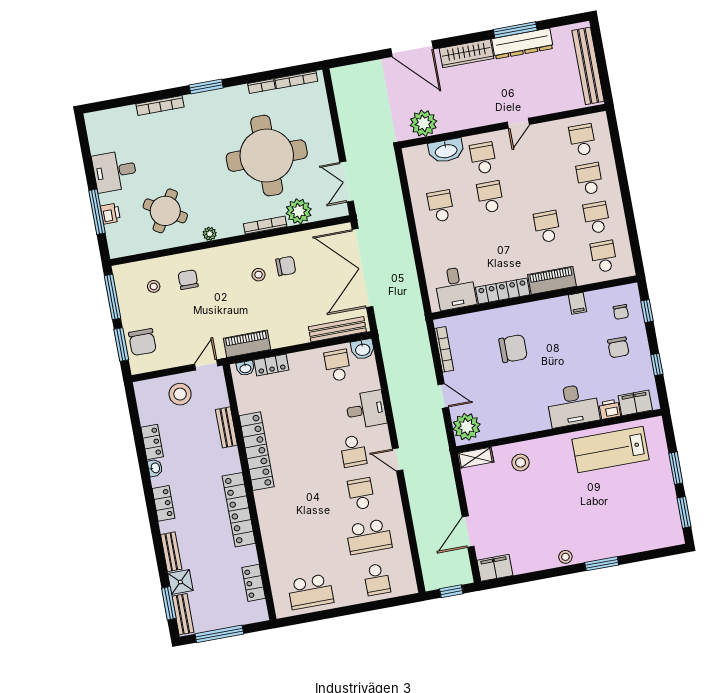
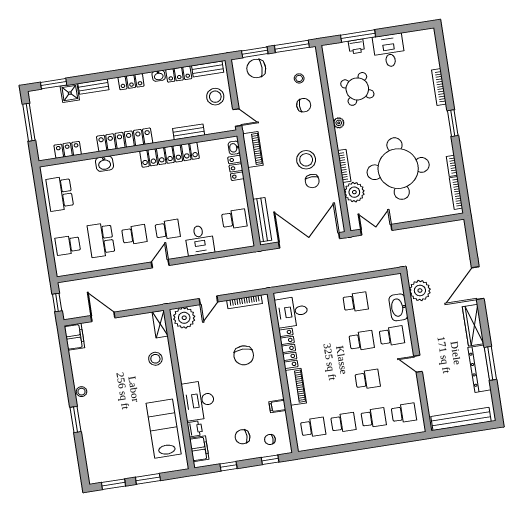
school desk: (547, 227) -> (368, 379), moved
stool: (258, 275) -> (306, 160), width x1.89, depth x1.89
washbasin: (363, 349) -> (104, 164), moved, turned -90
school desk: (353, 451) -> (168, 230), turned 180
bench: (183, 614) -> (208, 69), moved

